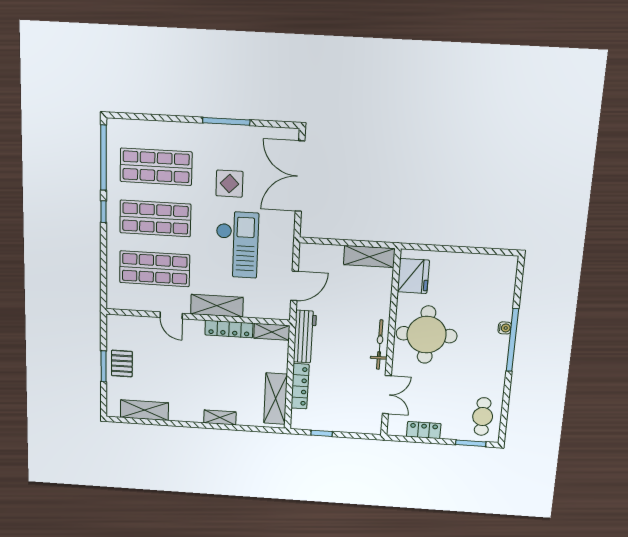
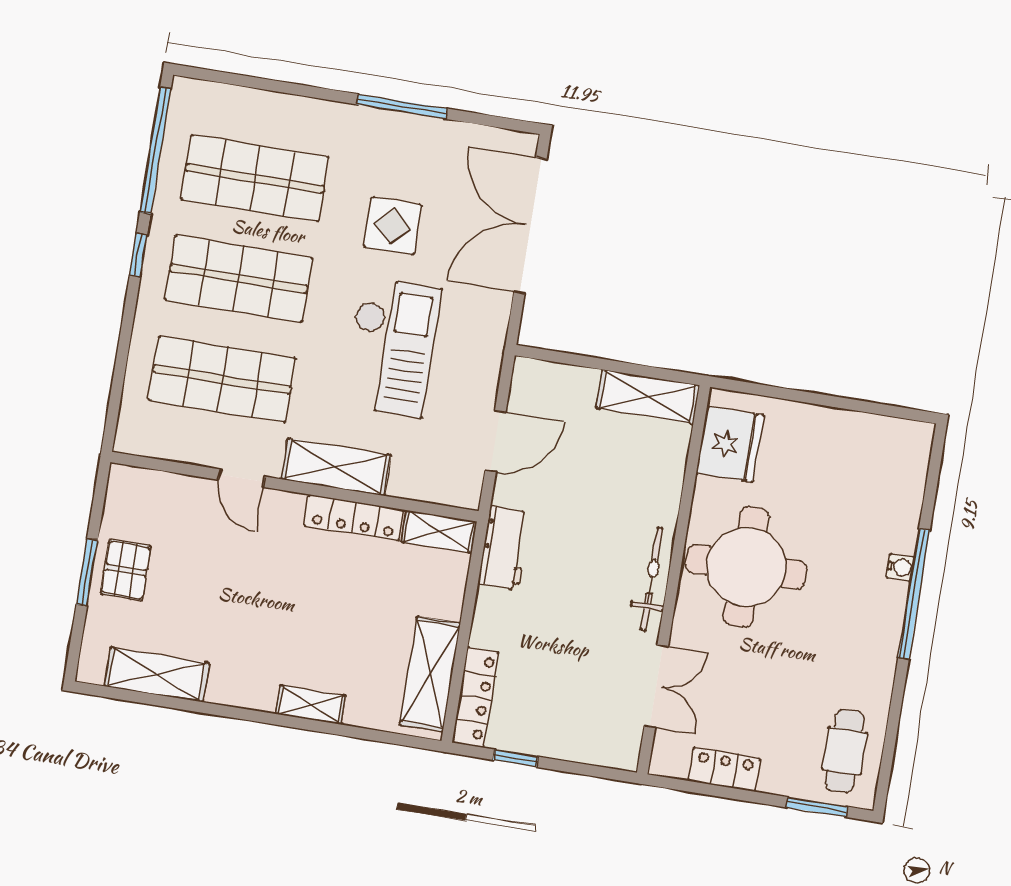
workbench: (305, 337) -> (504, 548), width x0.73
locker: (300, 386) -> (475, 697), moved

